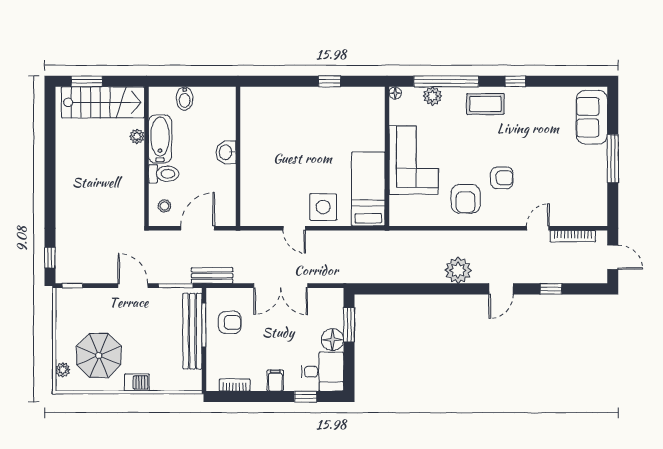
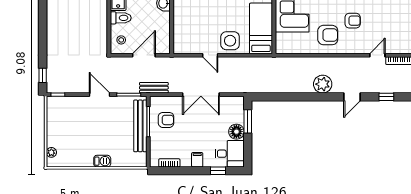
armchair: (466, 199) -> (328, 35), turned -90
parasol: (99, 355) -> (76, 143), removed

